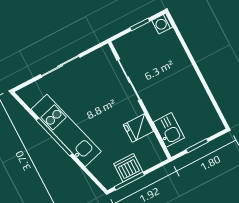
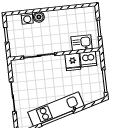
washing machine: (162, 24) -> (27, 18), moved
boiler: (181, 59) -> (39, 17), added
dishwasher: (128, 168) -> (88, 59), moved, turned -90

